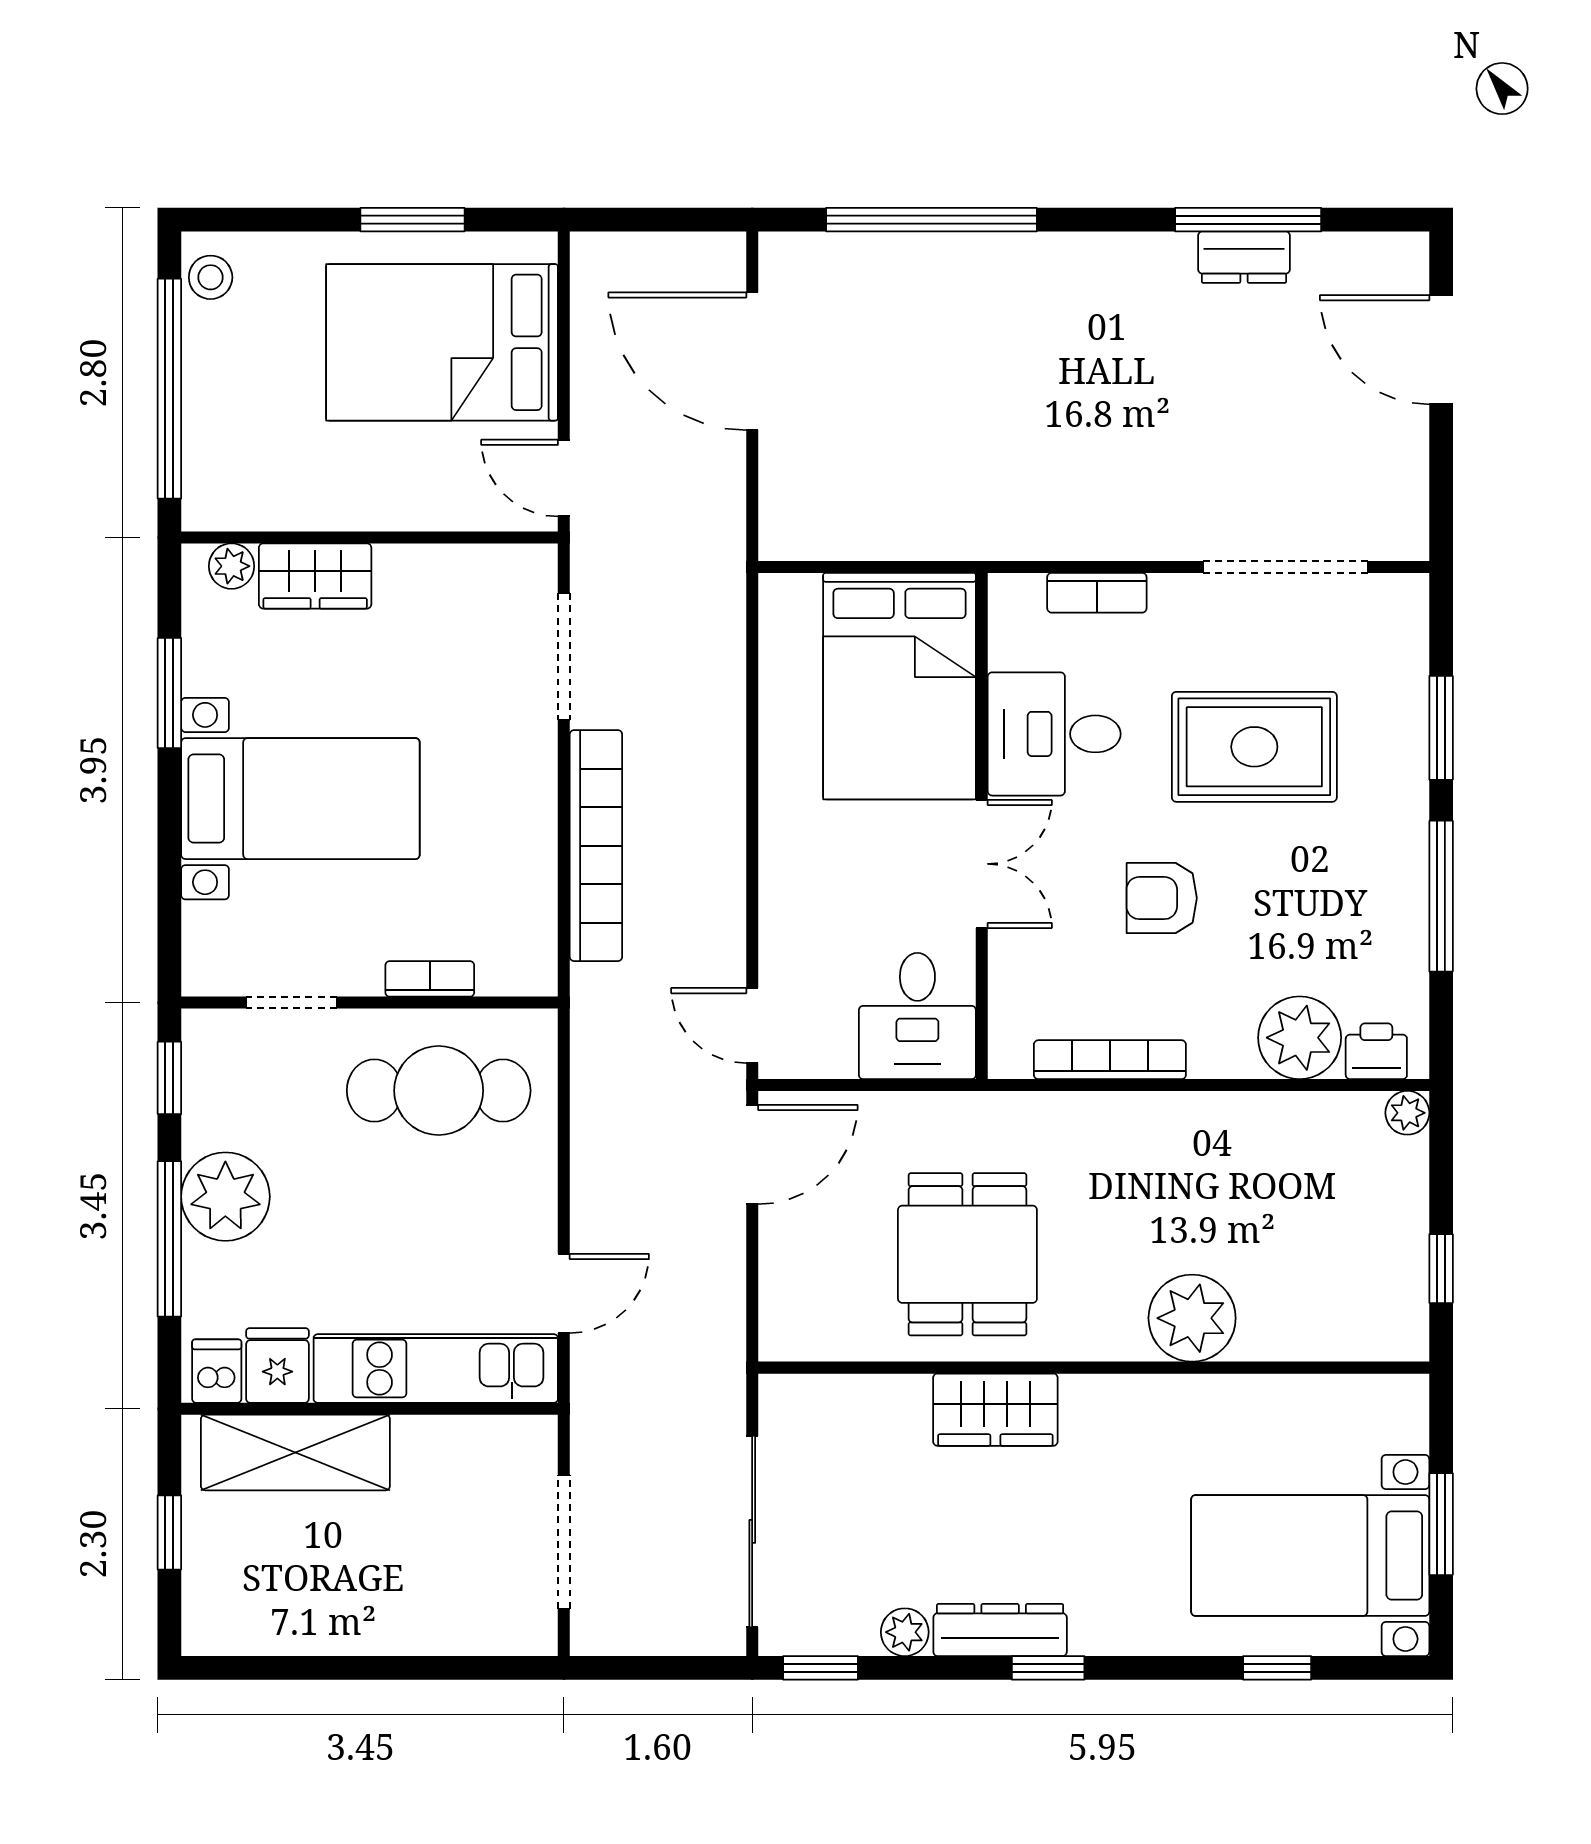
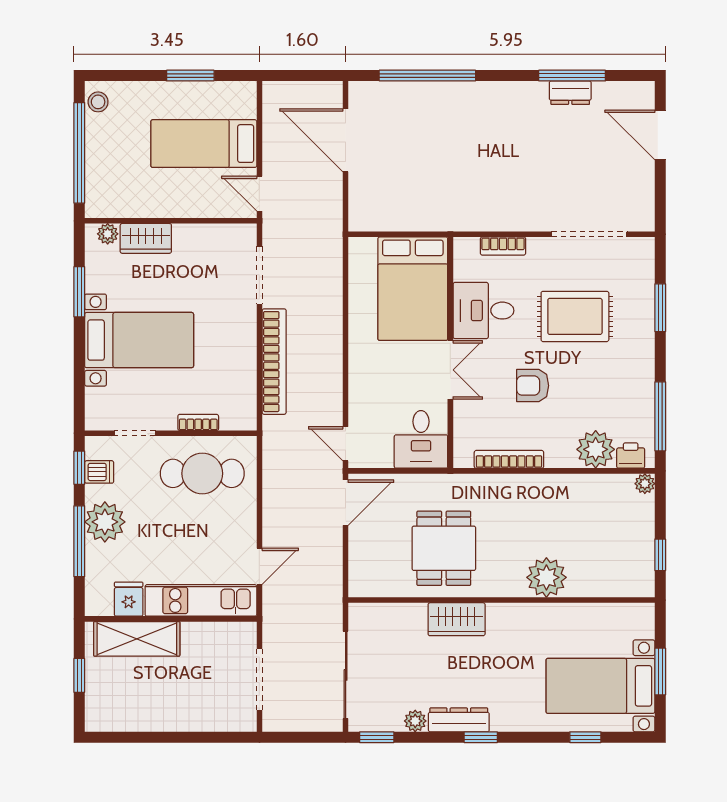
bed: (442, 342) -> (204, 144), width x0.67
window: (1441, 896) -> (660, 416), moved
dishwasher: (217, 1371) -> (99, 472), moved, turned 90

